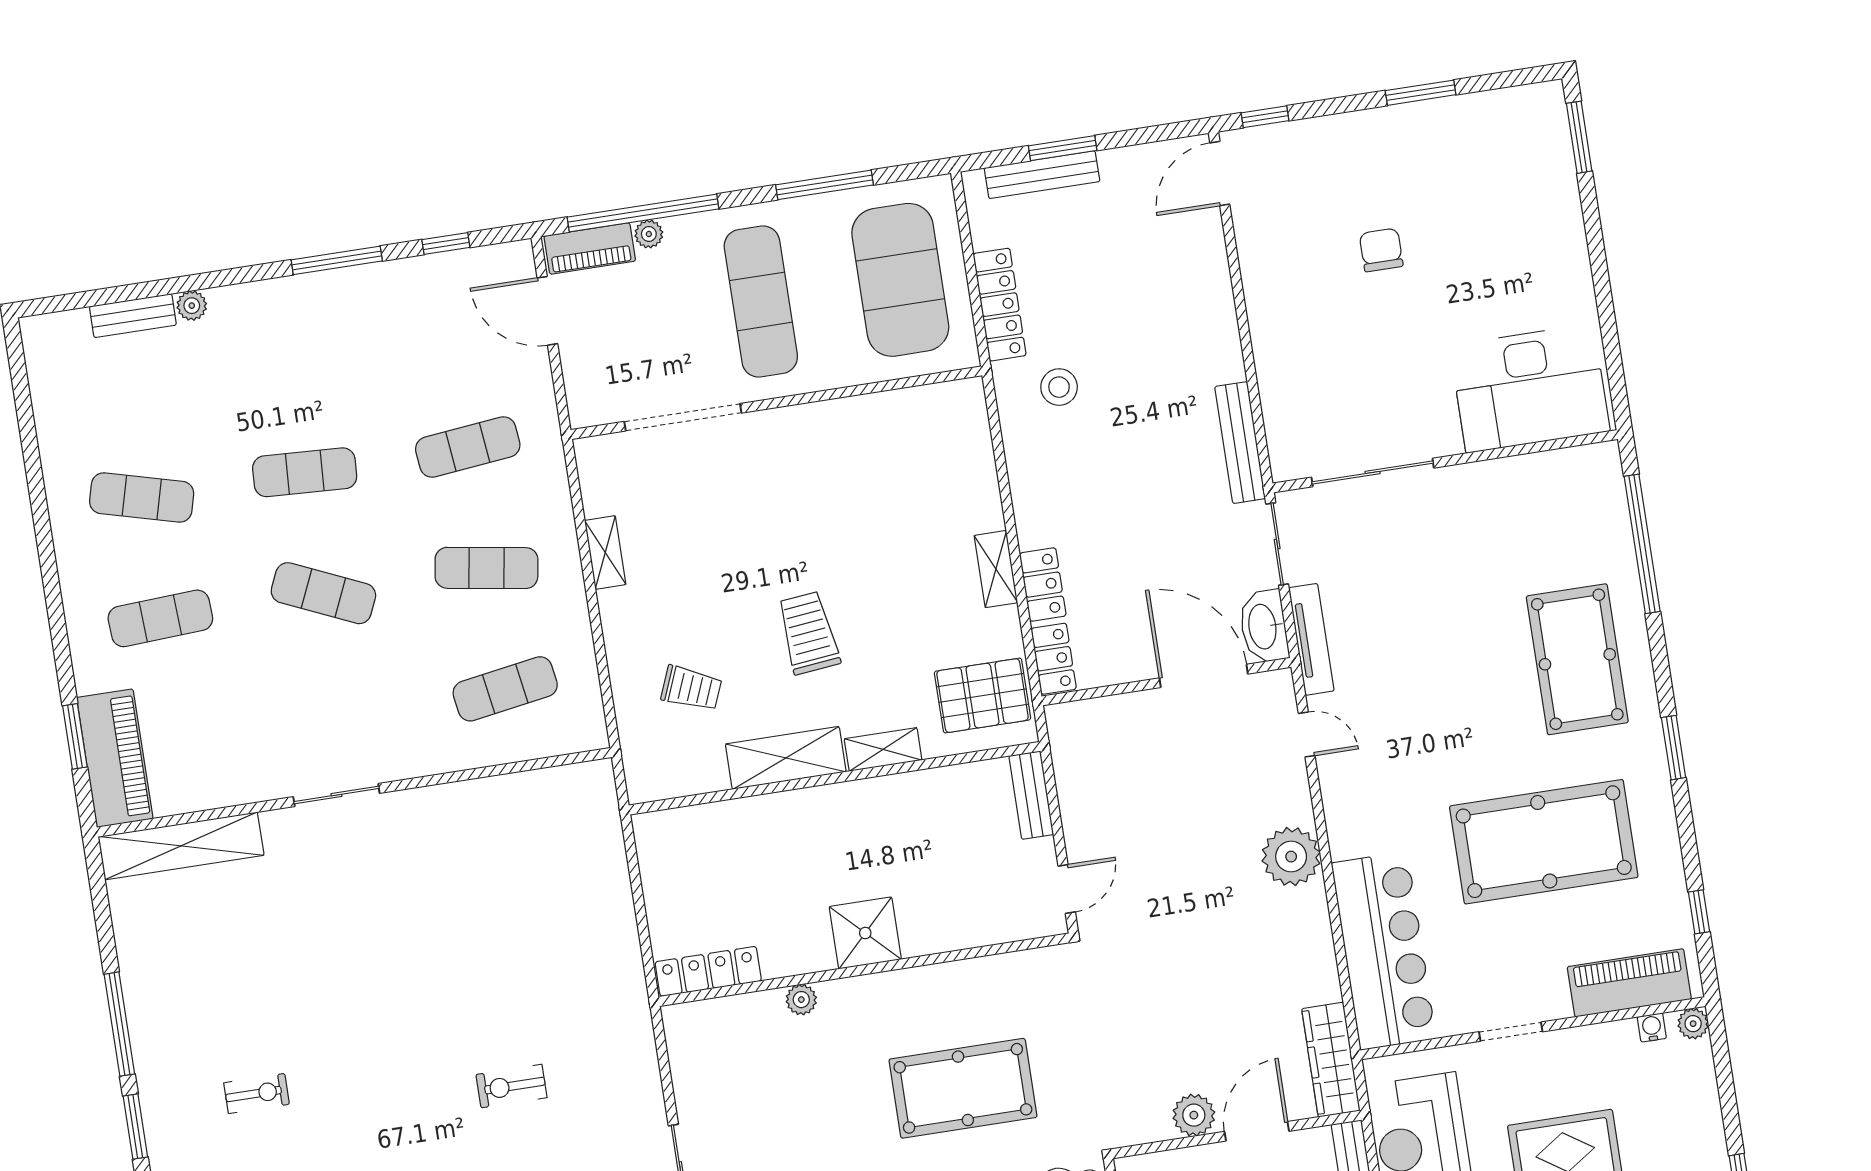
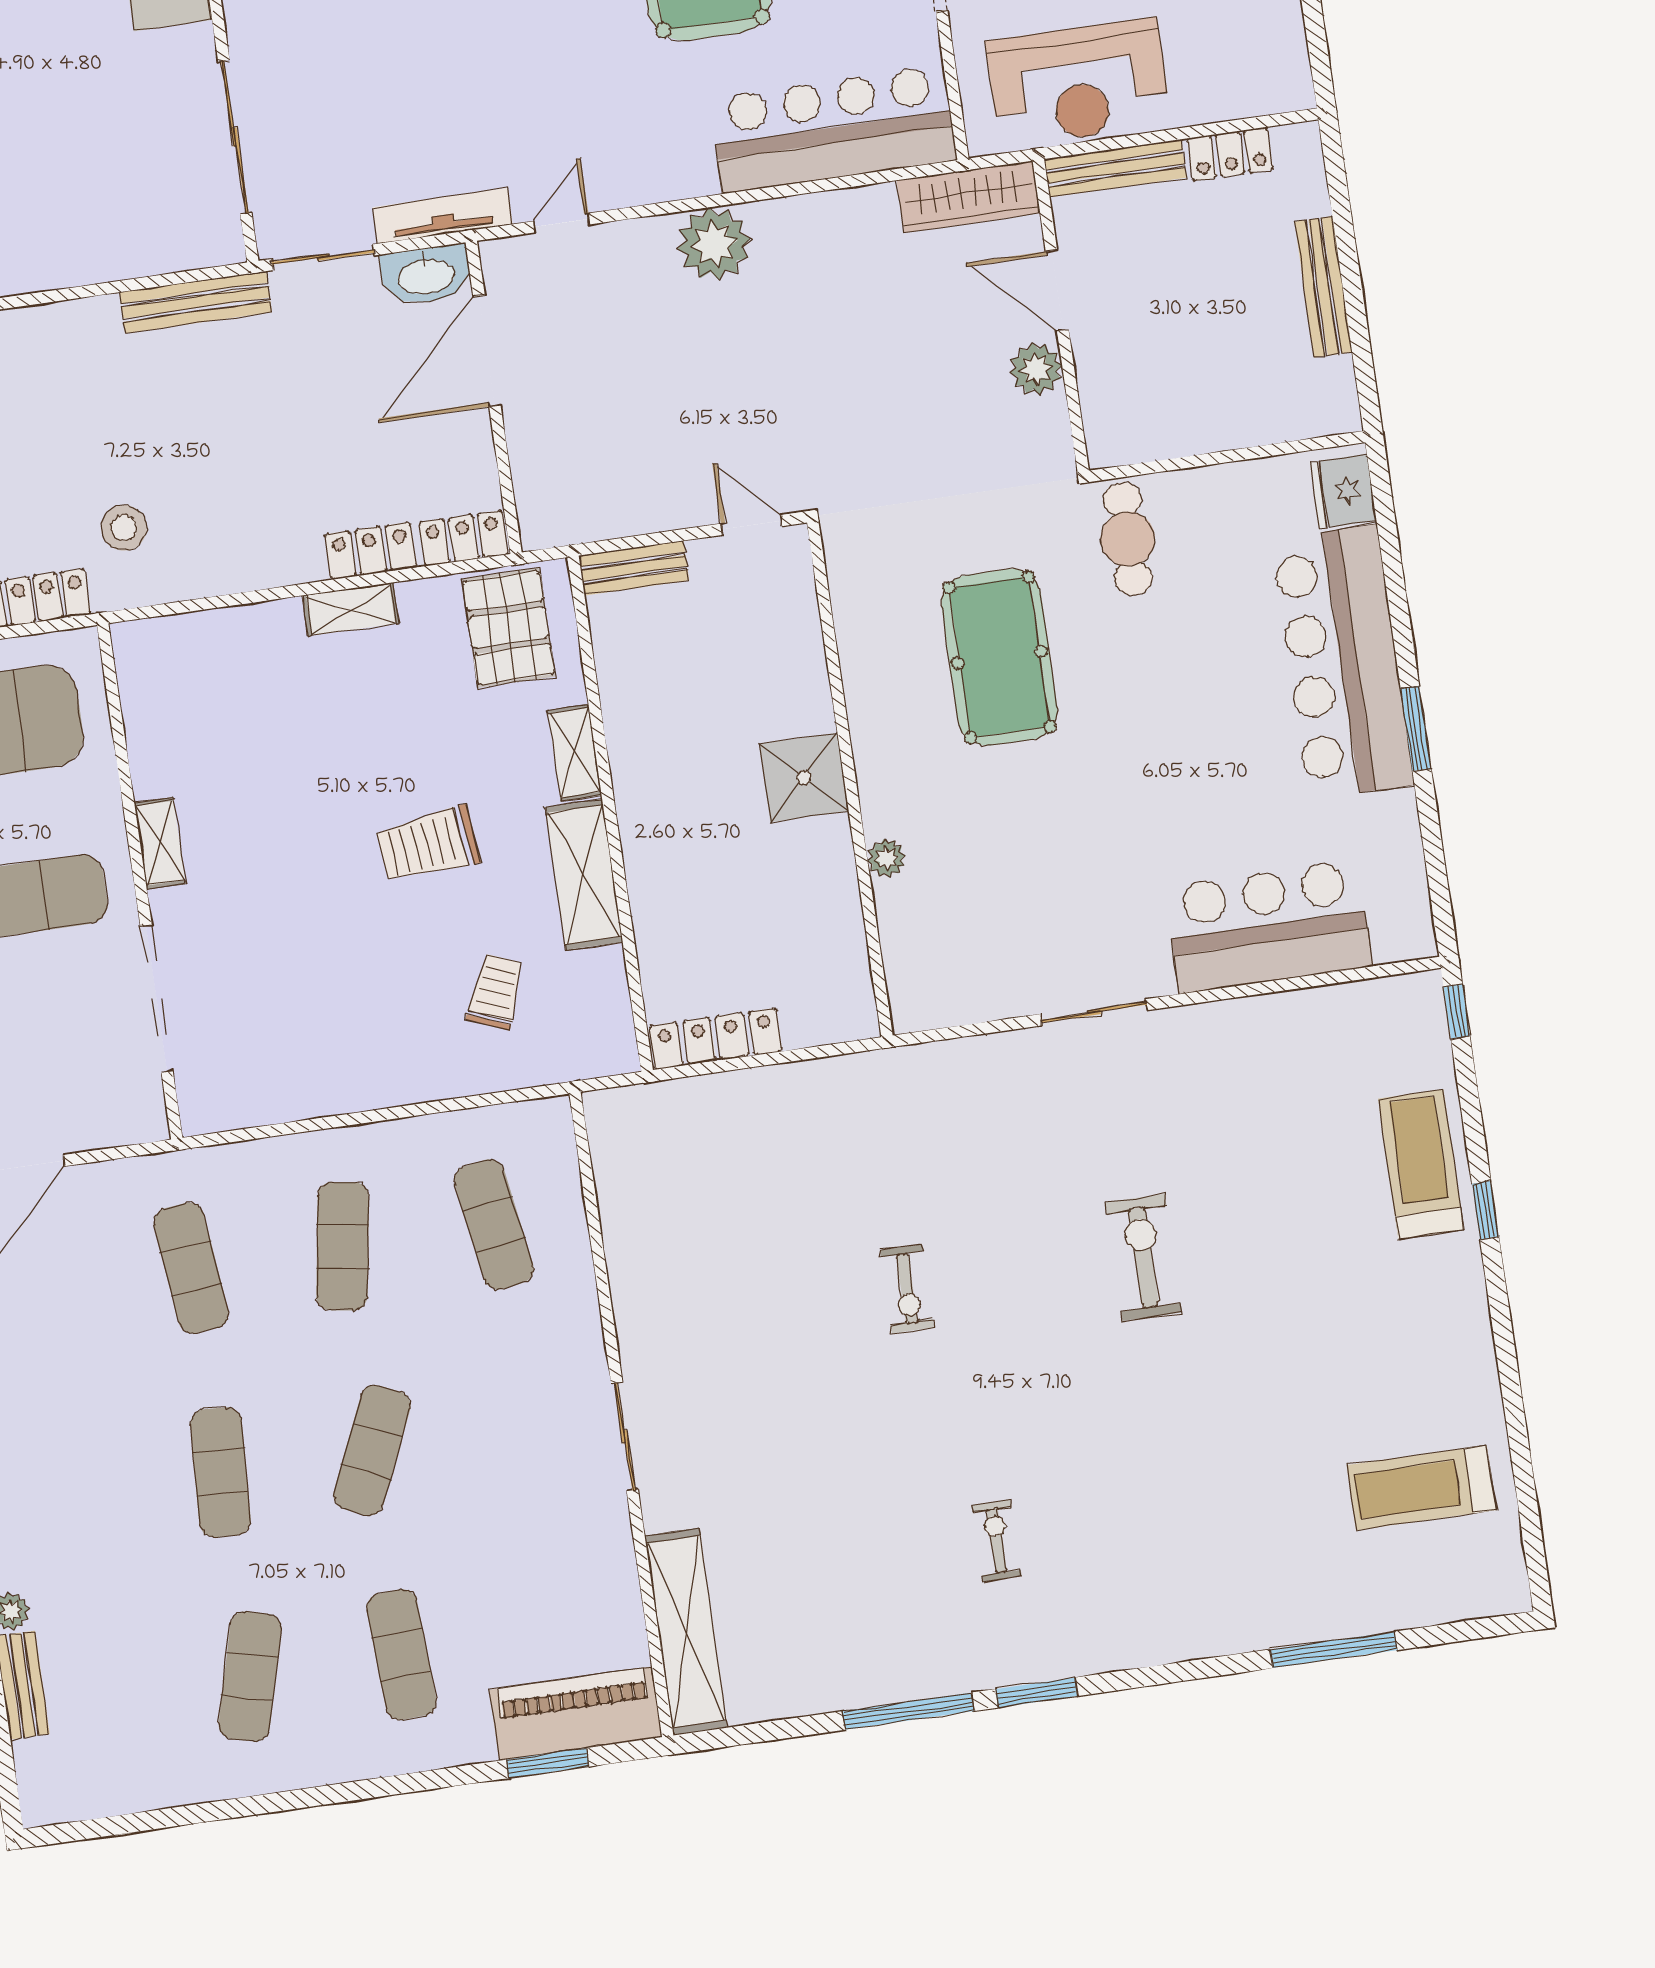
shelving: (605, 552) -> (160, 843), moved, turned 90
locker: (708, 971) -> (716, 1039), moved, turned 90
exercise bike: (511, 1086) -> (907, 1289), moved

